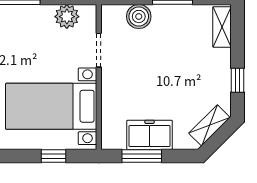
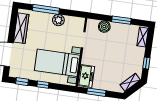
plant: (67, 17) -> (58, 20), moved
freezer: (149, 135) -> (86, 76), moved, turned 90
window: (54, 156) -> (43, 85), moved

